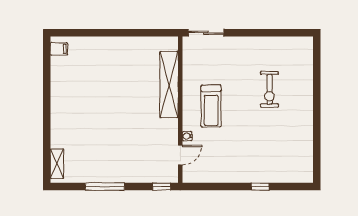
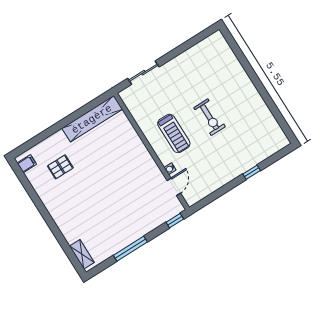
sliding door: (206, 33) -> (143, 73), moved
pallet: (88, 71) -> (60, 167), added
shelving: (169, 85) -> (92, 119), moved, turned 90
exercise bike: (269, 89) -> (210, 117), moved

